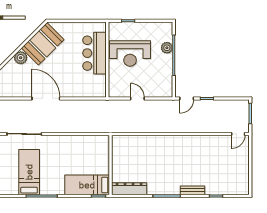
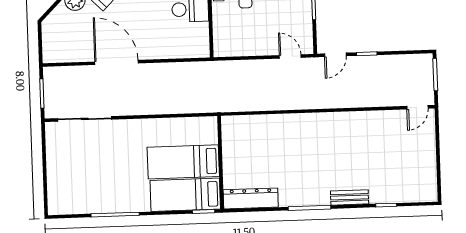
door: (137, 98) -> (290, 56), moved
bed: (29, 172) -> (183, 162), moved, turned -90

